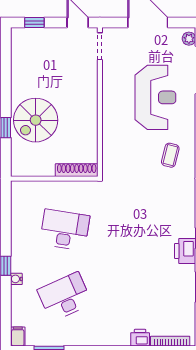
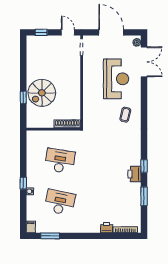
desk: (65, 297) -> (60, 202), turned 36

